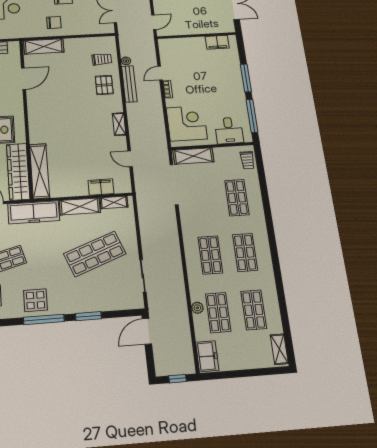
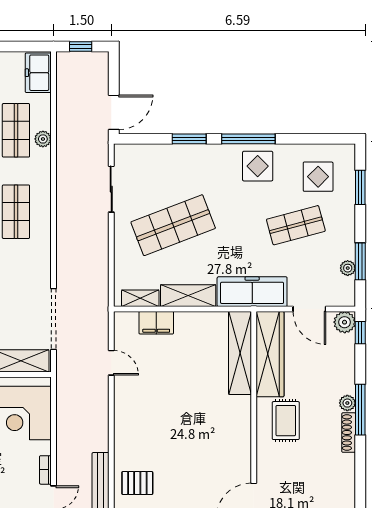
pallet: (104, 85) -> (137, 483), turned 90
shelving: (119, 124) -> (122, 418), removed

